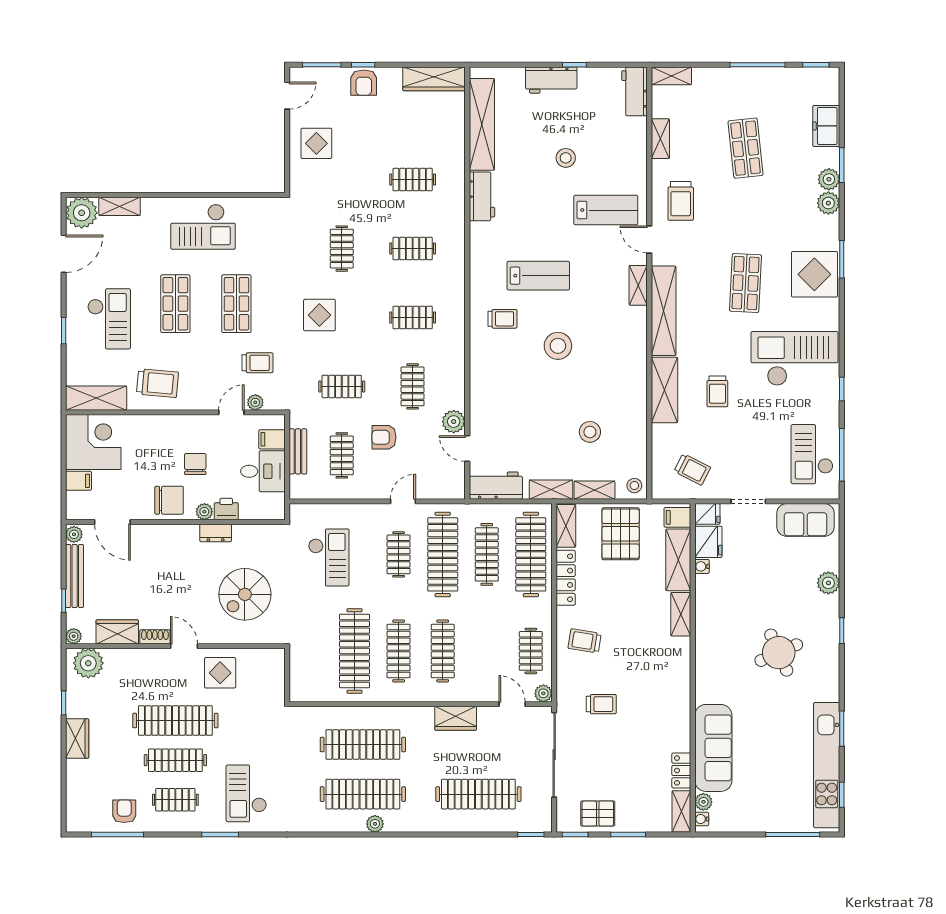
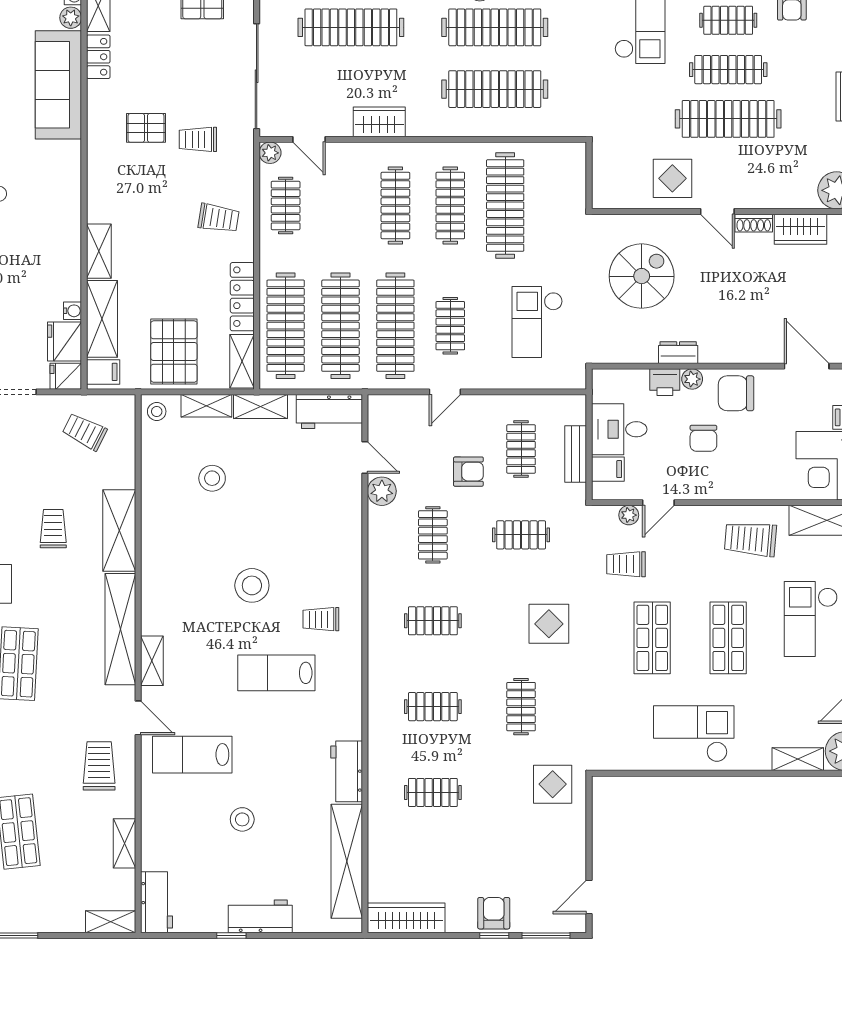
display table: (316, 143) -> (553, 784), moved
clothes rail: (487, 554) -> (341, 326), width x1.37, depth x1.31
pallet: (643, 713) -> (146, 128), added

